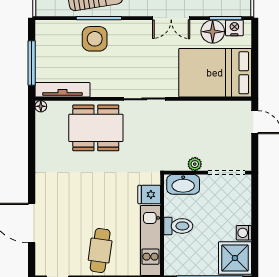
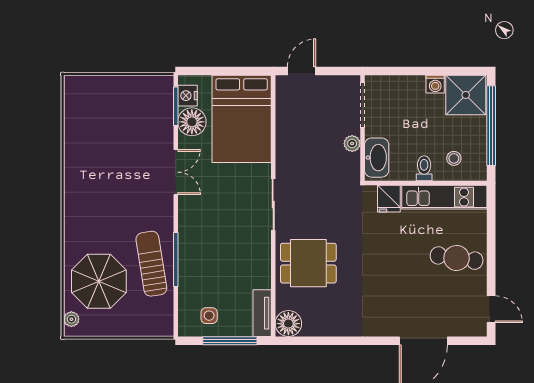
side table: (95, 39) -> (209, 316), moved, width x0.54, depth x0.54
tv unit: (62, 90) -> (262, 313), width x0.71
floor lamp: (41, 106) -> (288, 324), width x1.89, depth x1.89
dining table: (96, 128) -> (308, 263), width x0.73
toilet: (178, 226) -> (424, 168), width x0.73, depth x0.72
stool: (182, 248) -> (454, 158), added

